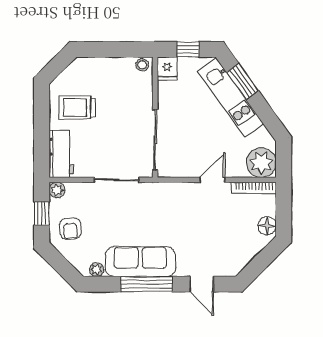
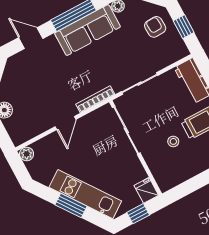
stool: (142, 65) -> (173, 141), moved
window: (242, 81) -> (71, 206), moved
plant: (261, 163) -> (27, 154), width x0.53, depth x0.53
bookcase: (254, 188) -> (95, 99), moved
plant: (57, 190) -> (181, 51), removed

